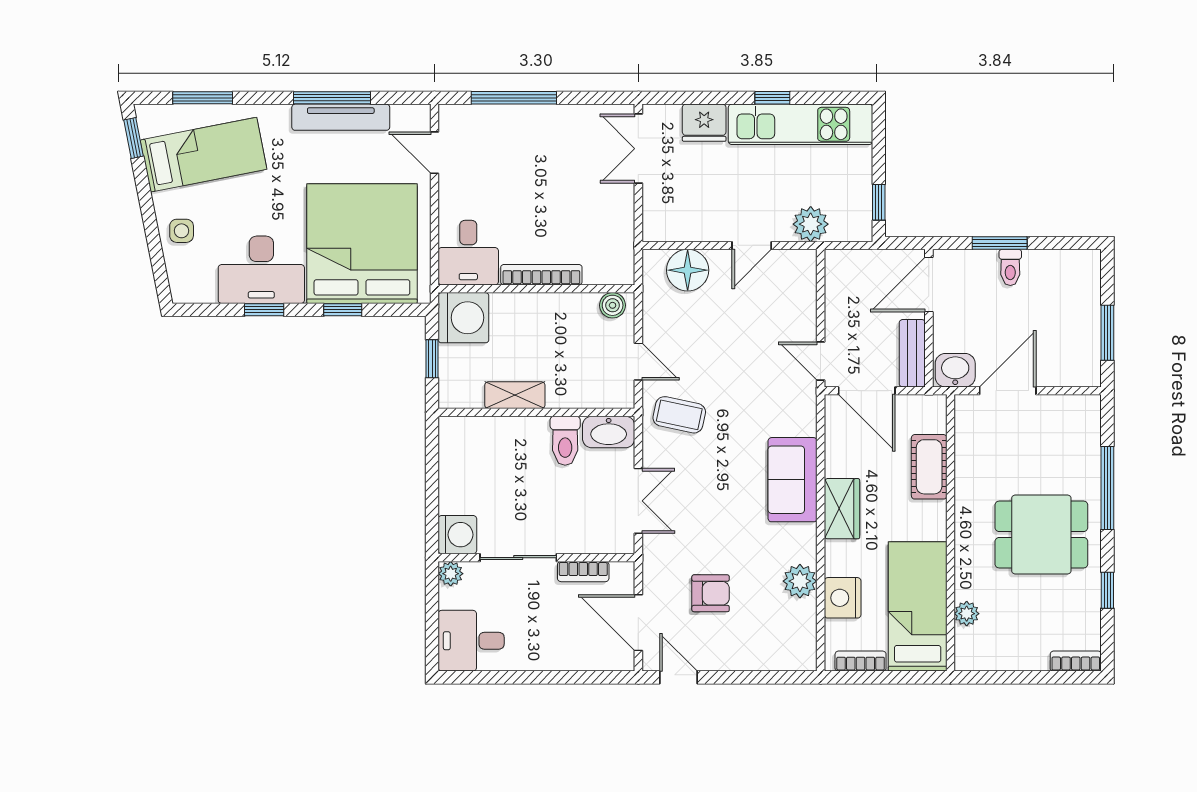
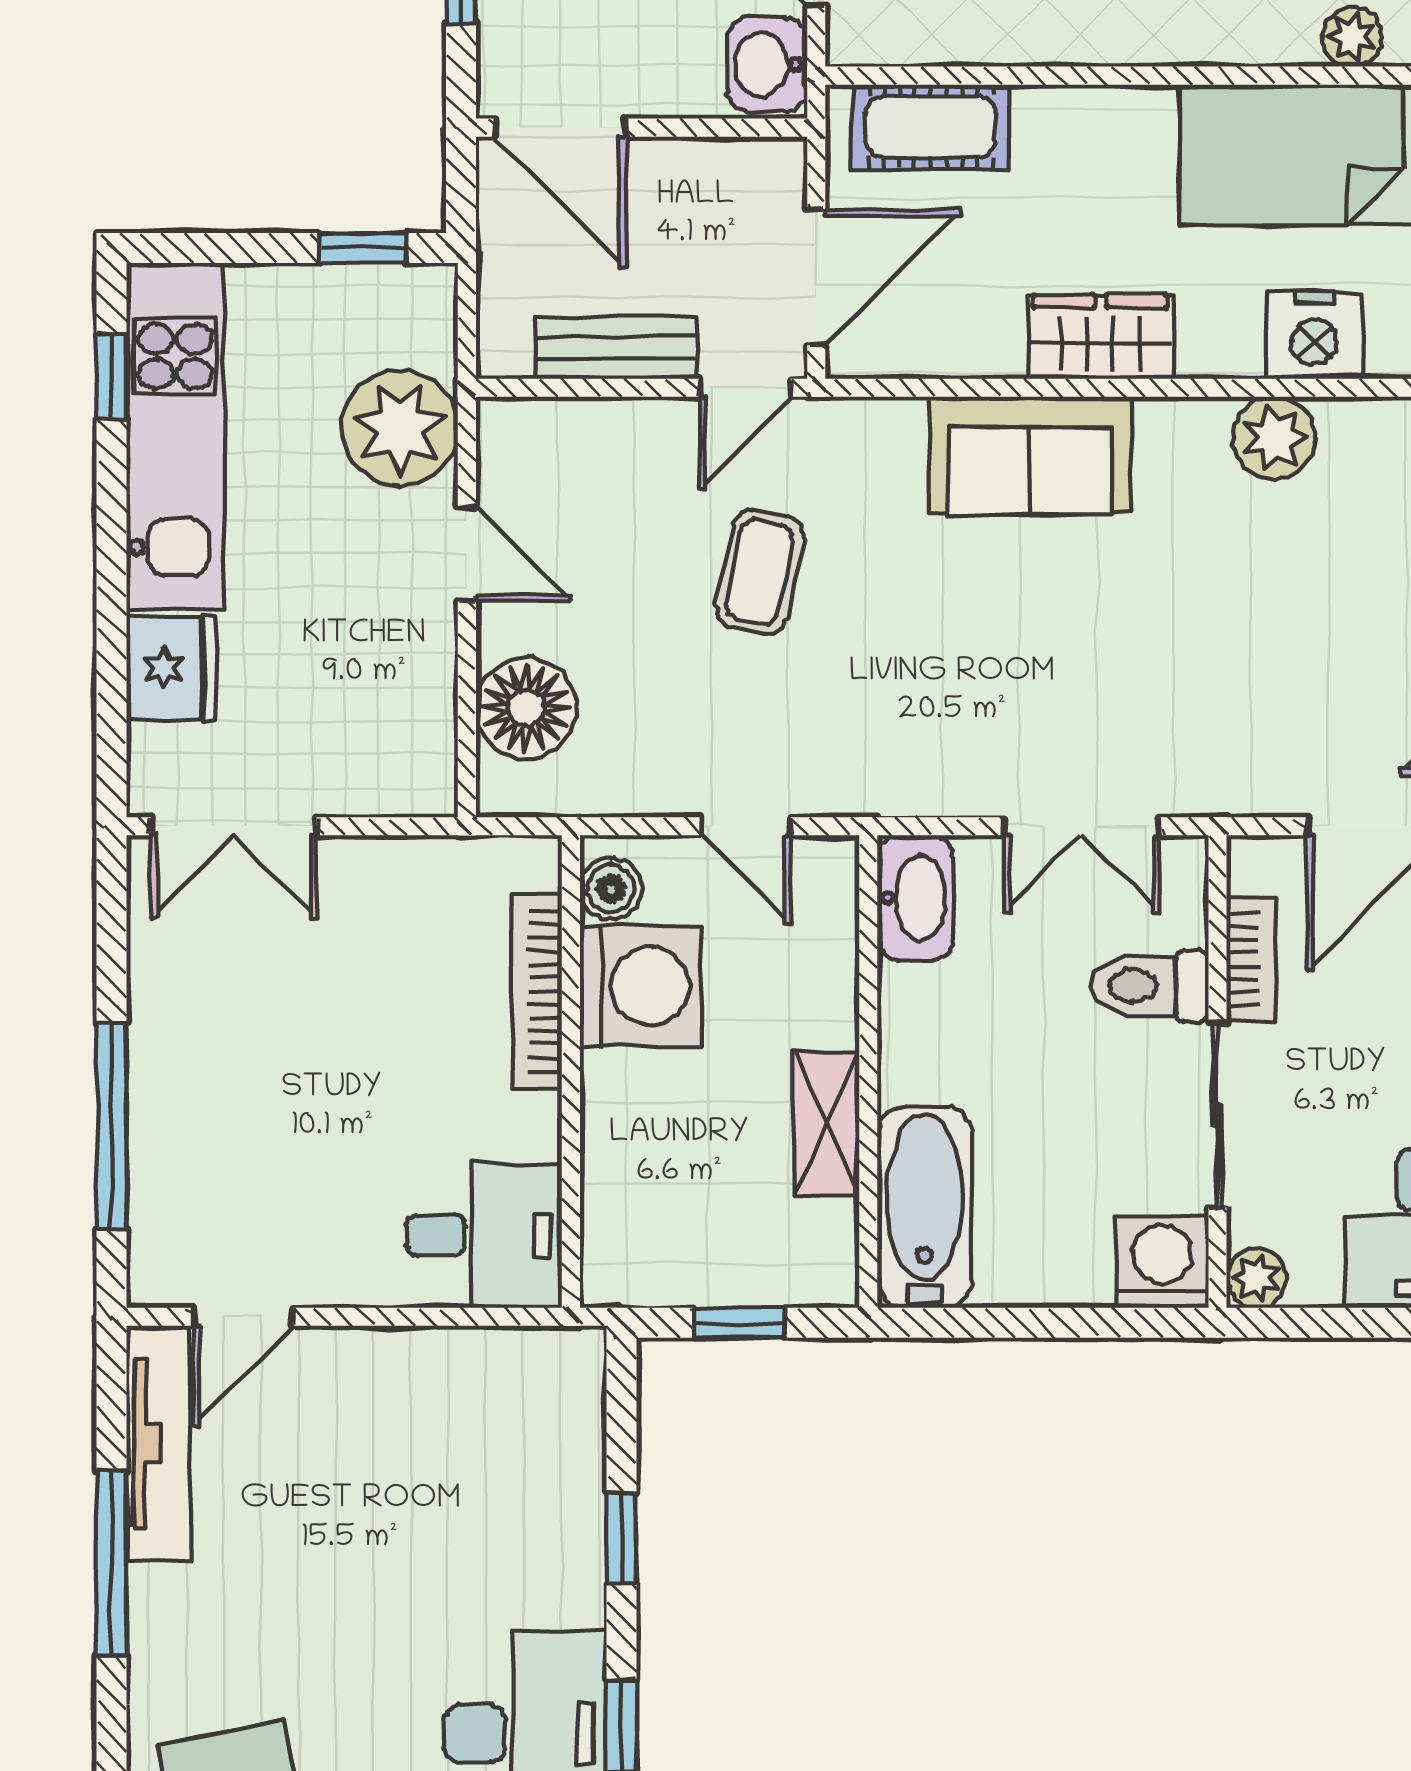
window: (772, 98) -> (112, 376), moved
tv unit: (341, 117) -> (158, 1443), moved
plant: (811, 224) -> (400, 428), width x1.36, depth x1.36
bed: (362, 244) -> (462, 1491), removed
bookcase: (541, 275) -> (537, 991), moved
washing machine: (463, 318) -> (641, 986), moved, turned 90
bench: (912, 353) -> (616, 348), moved
door: (638, 362) -> (746, 826), swing flipped
coffee table: (679, 415) -> (759, 572), moved
bathtub: (480, 436) -> (925, 1207), added
toilet: (565, 441) -> (1149, 986), moved, turned 180
cot: (929, 467) -> (931, 127), moved
double door: (638, 501) -> (1081, 826), swing flipped
armchair: (711, 593) -> (1303, 653), removed

